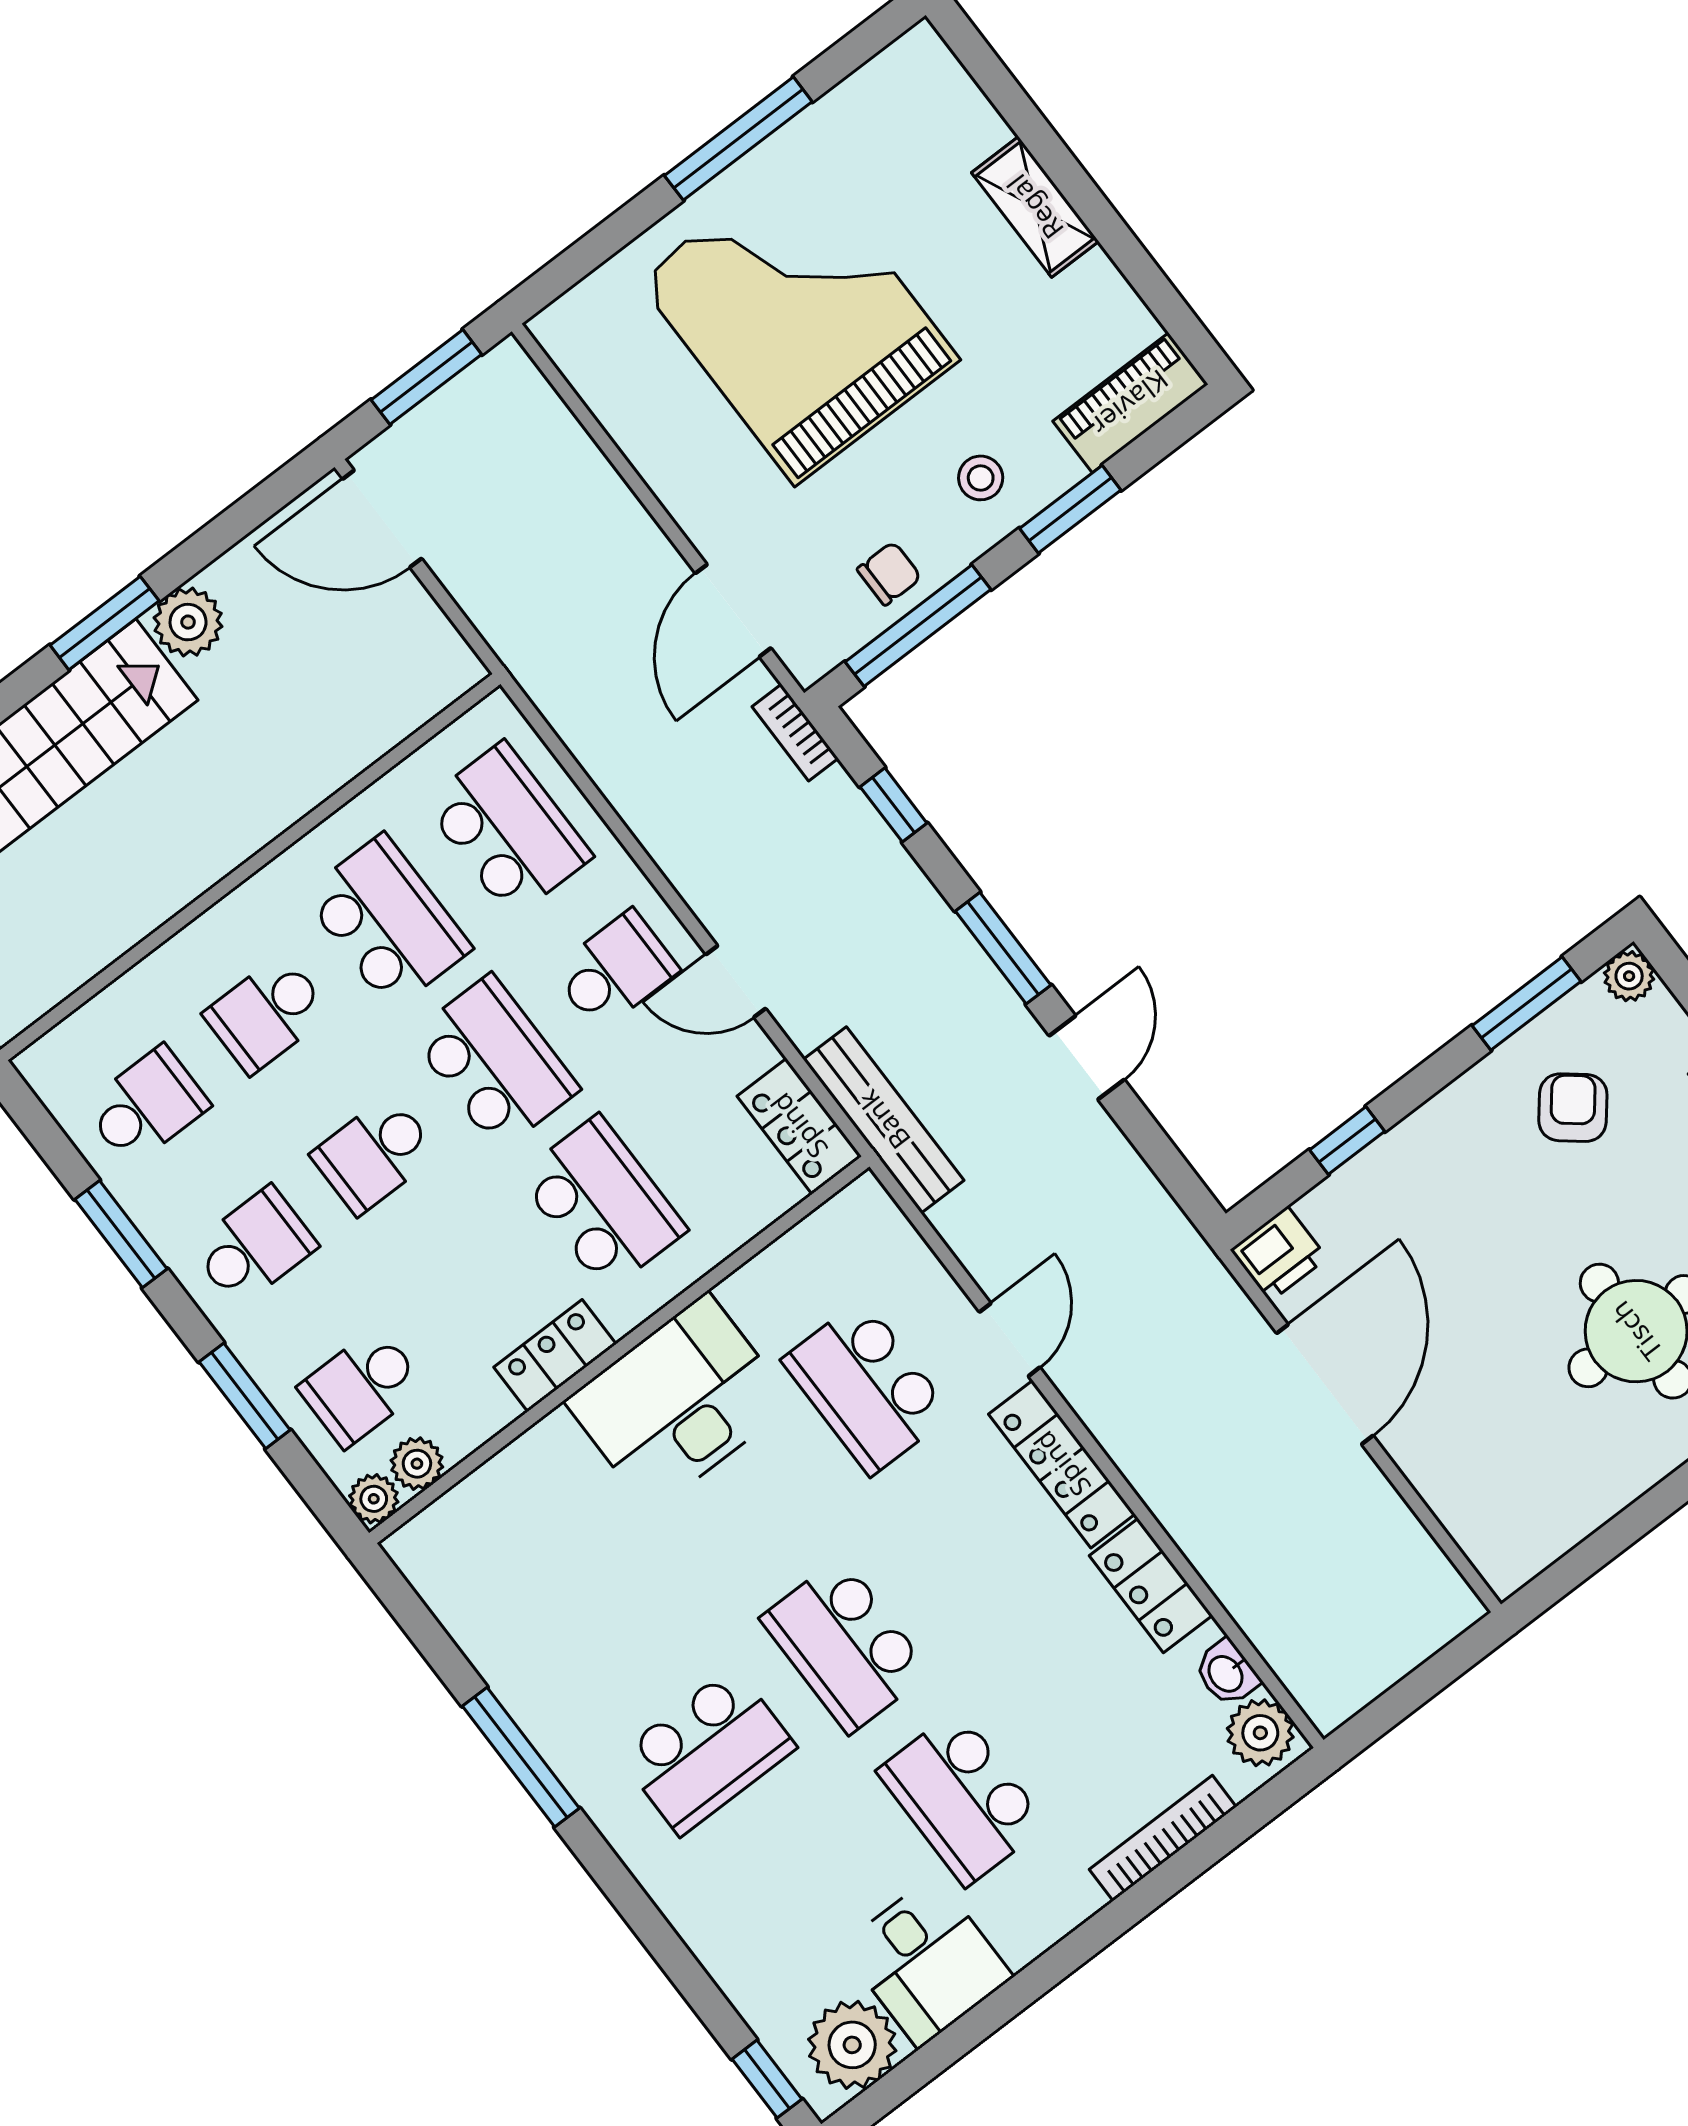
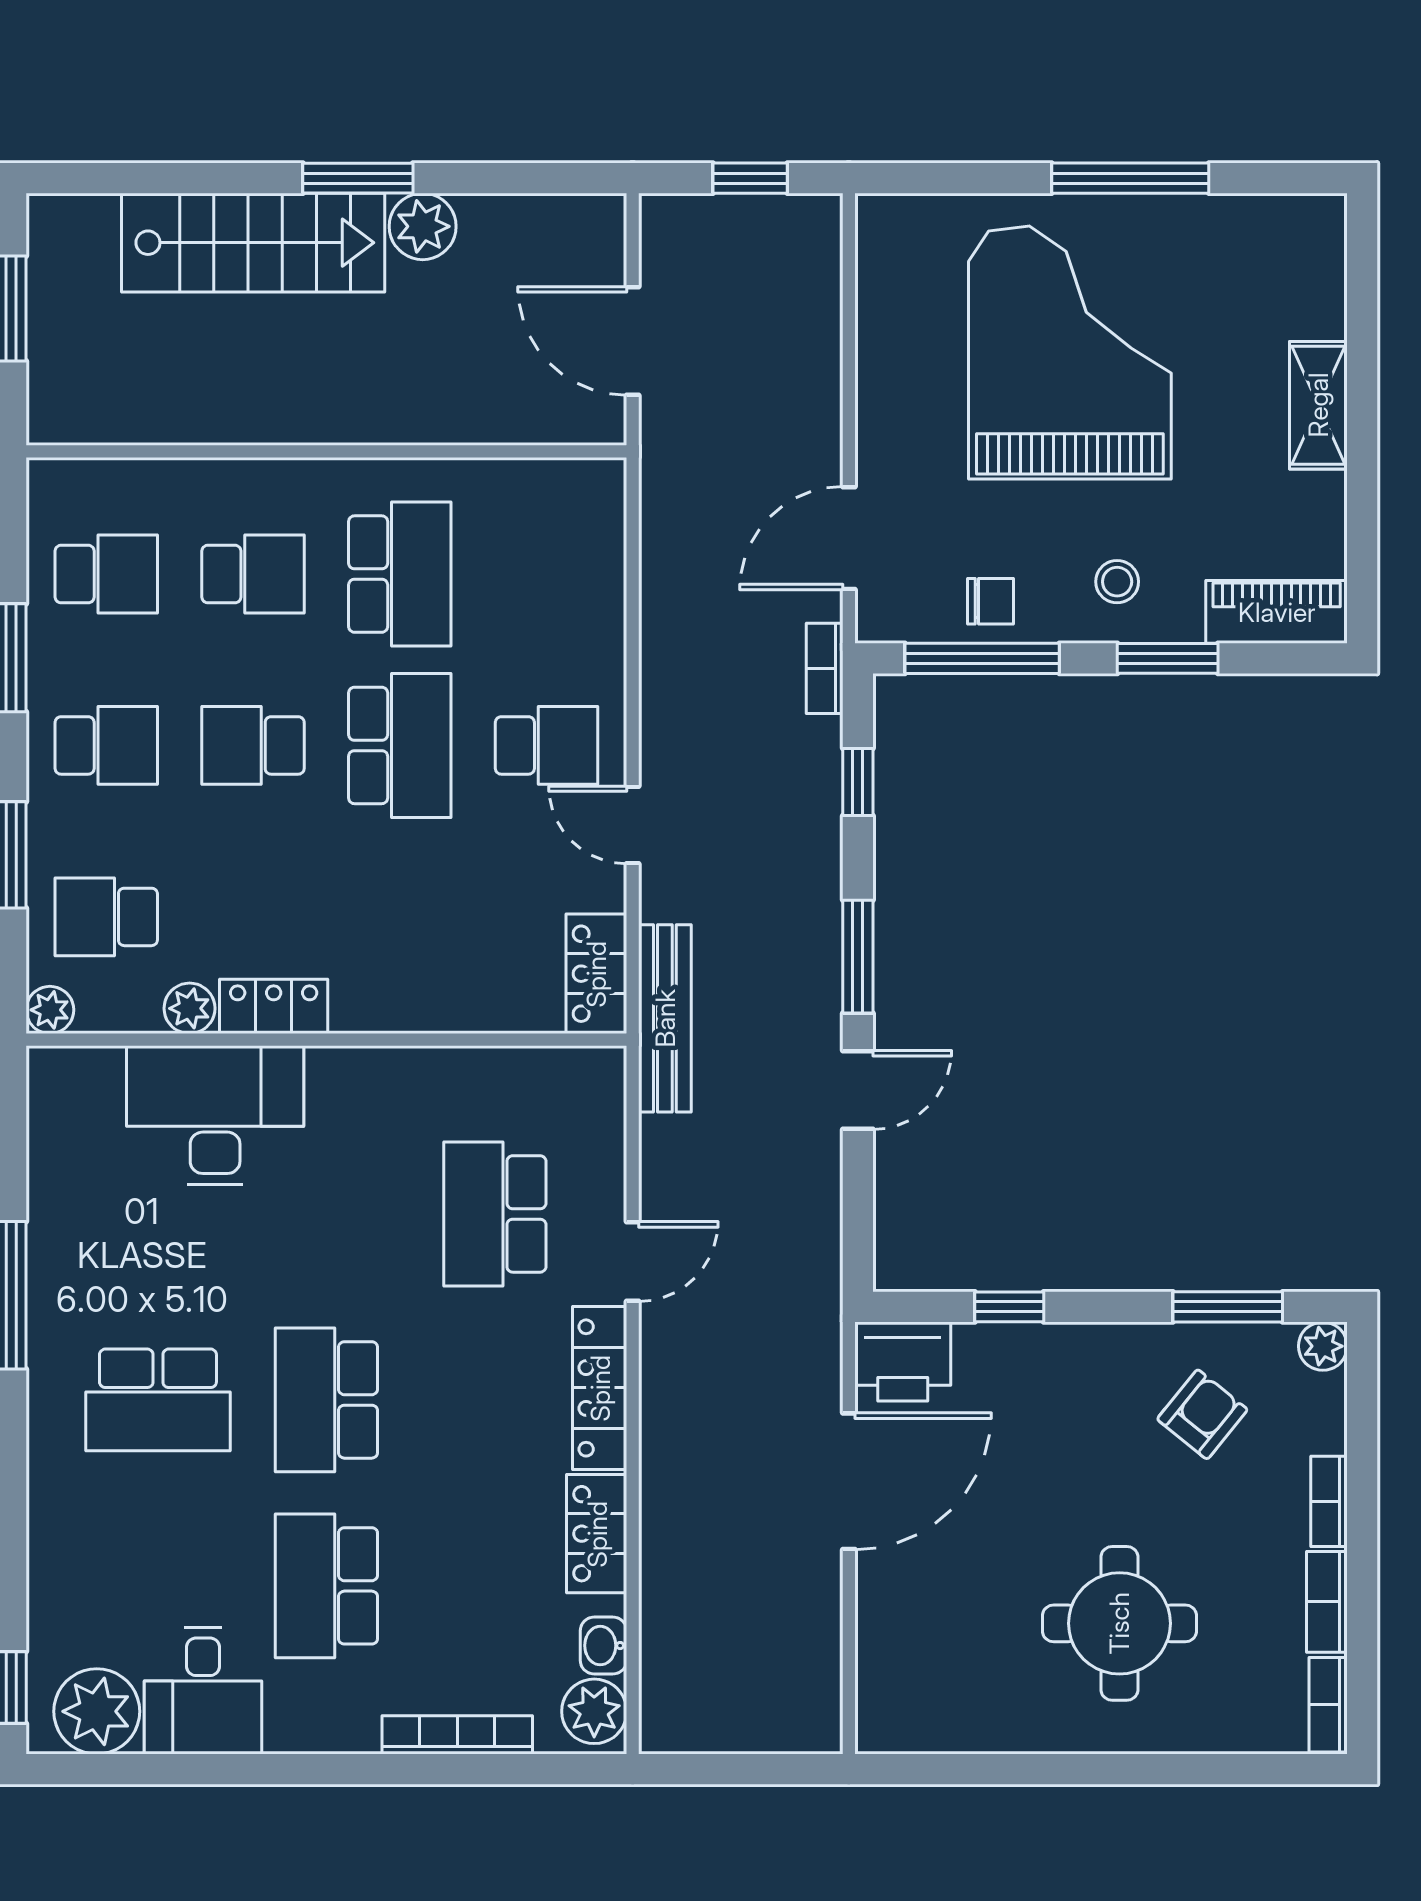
window: (426, 377) -> (750, 178), width x0.67
door: (382, 519) -> (633, 341), moved
school desk: (508, 830) -> (547, 574), removed
school desk: (267, 1014) -> (253, 574), turned 180
school desk: (602, 1203) -> (400, 917), removed
printer: (1279, 1254) -> (903, 1362), width x1.36, depth x1.24
desk: (679, 1402) -> (215, 1115), moved
plant: (417, 1464) -> (190, 1008), moved

